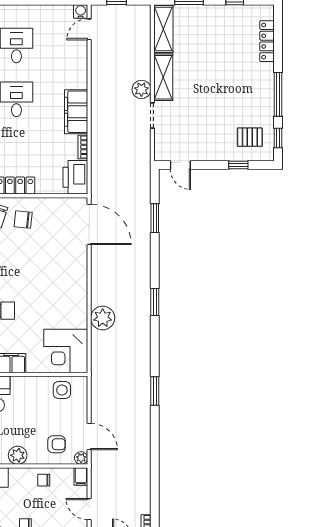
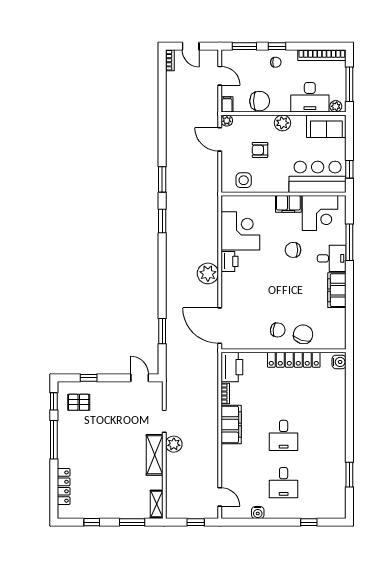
water cooler: (81, 11) -> (258, 513), moved
door: (89, 29) -> (220, 497), hinge flipped
shelving: (163, 29) -> (157, 504), width x0.67, depth x0.75
printer: (78, 298) -> (229, 261), added
window: (155, 302) -> (162, 221), moved
plant: (103, 318) -> (208, 273), moved
corner desk: (66, 351) -> (240, 231), moved
armchair: (57, 444) -> (260, 150), moved
chair: (44, 480) -> (260, 101), width x1.87, depth x1.87

